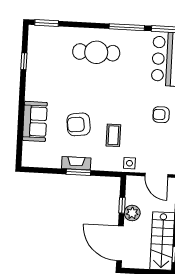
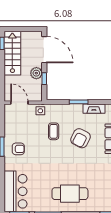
armchair: (79, 124) -> (80, 138), turned 124
fireplace: (76, 163) -> (94, 109), moved

